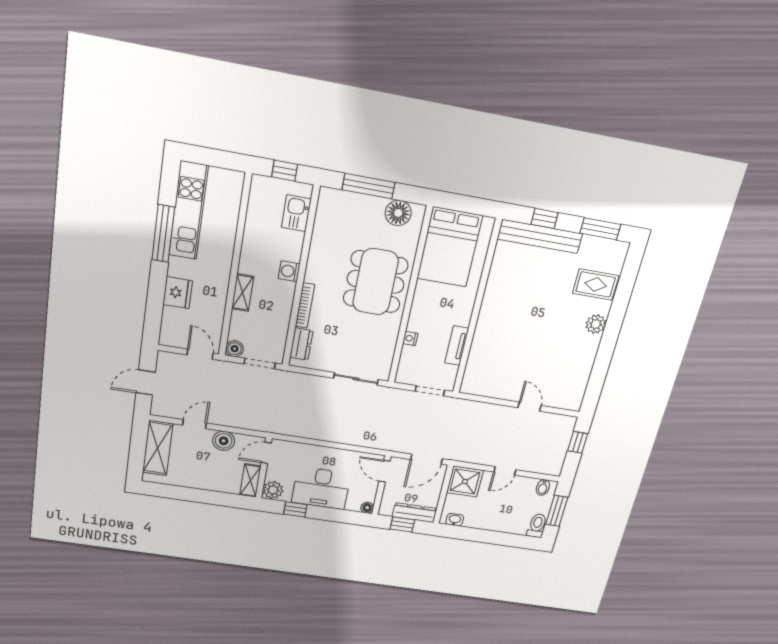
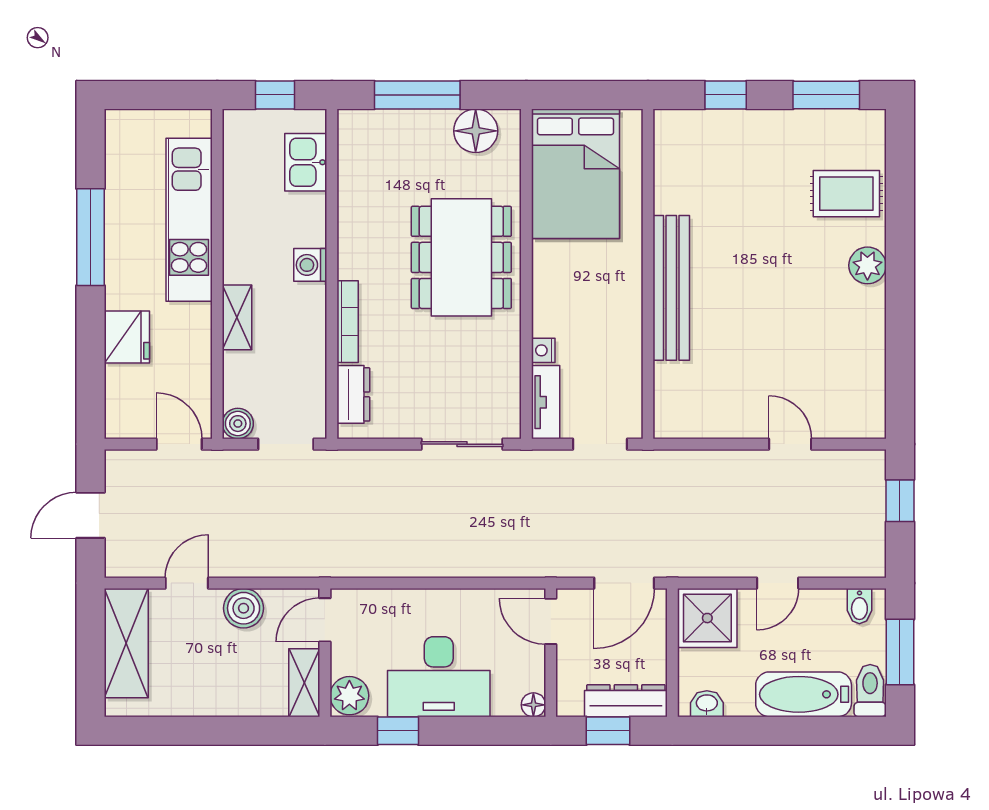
kitchen unit: (188, 211) -> (189, 220), moved, turned 180
bench: (540, 236) -> (671, 288), moved, turned 90
tv unit: (457, 346) -> (546, 402), moved, turned 180
bathtub: (504, 523) -> (804, 694), added

